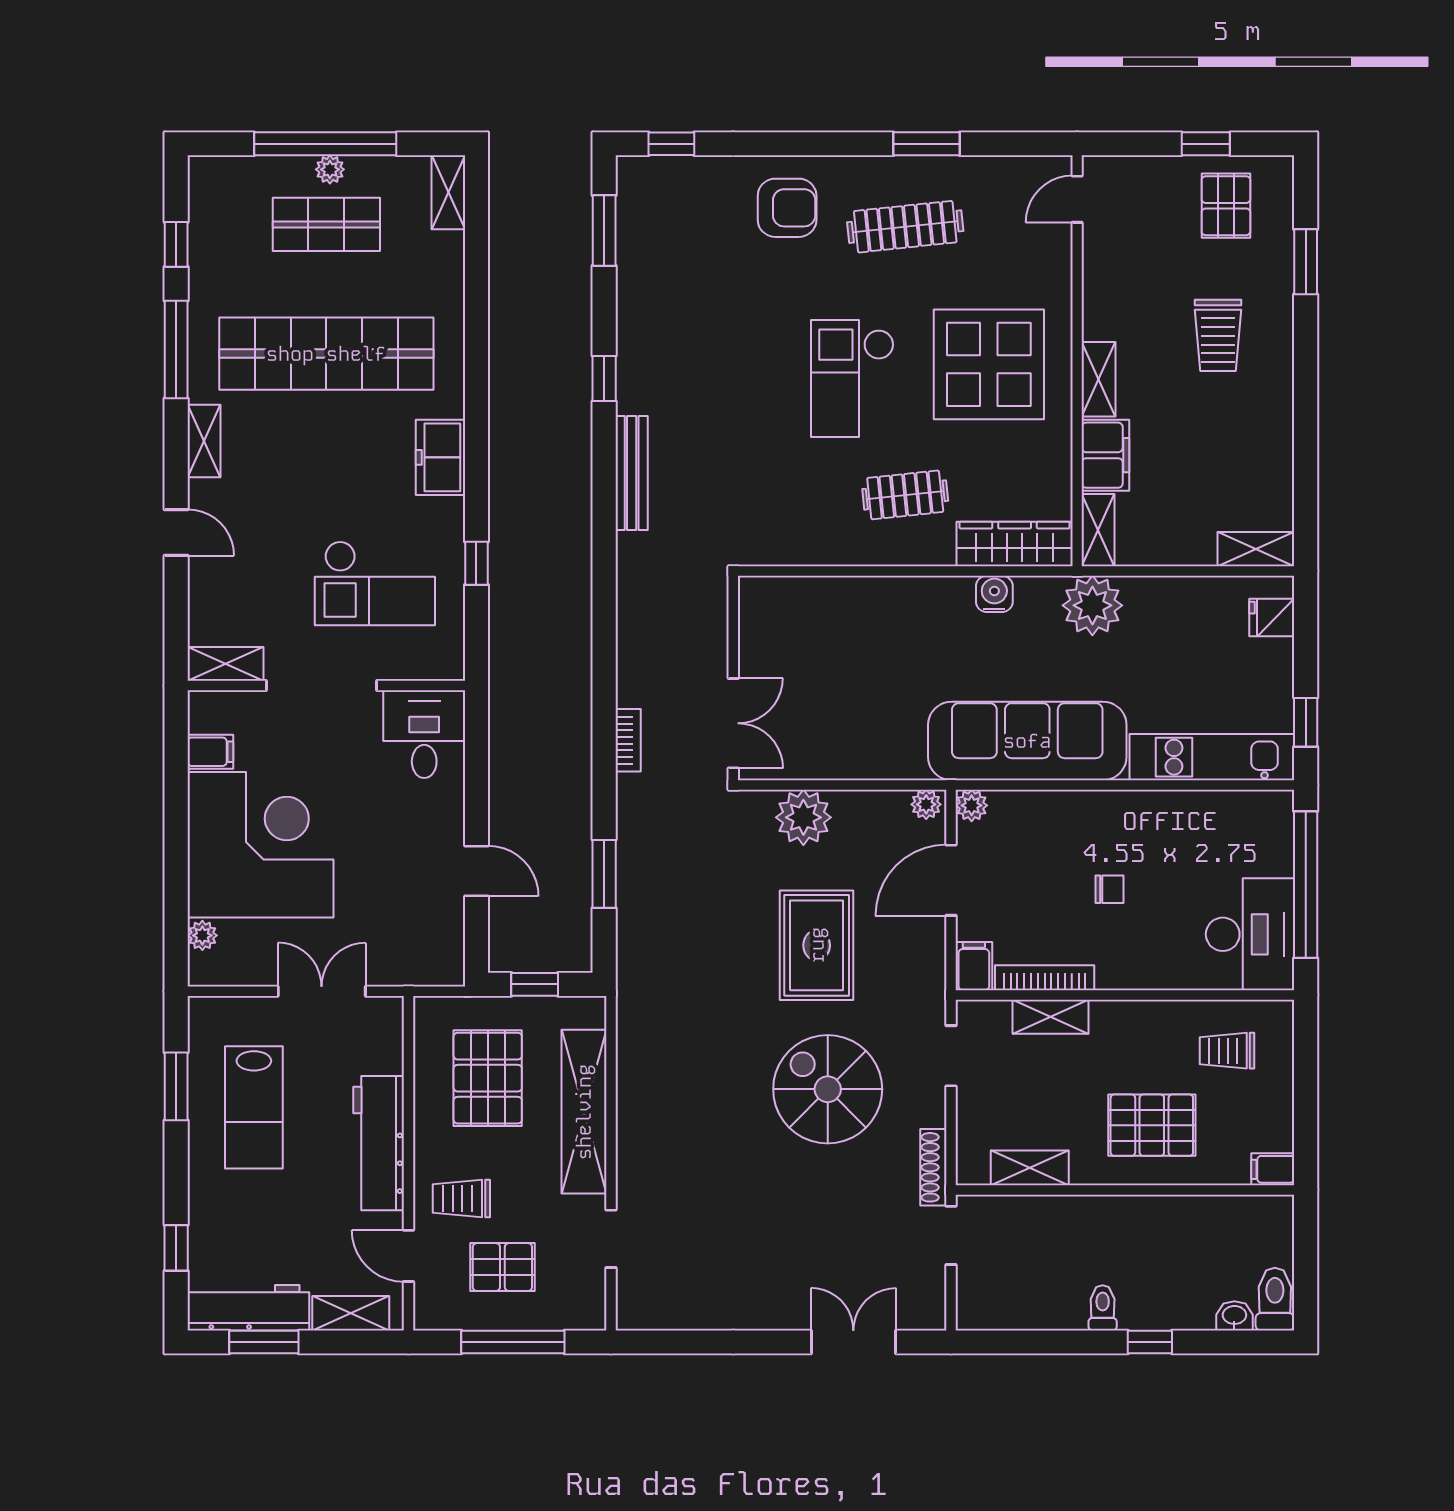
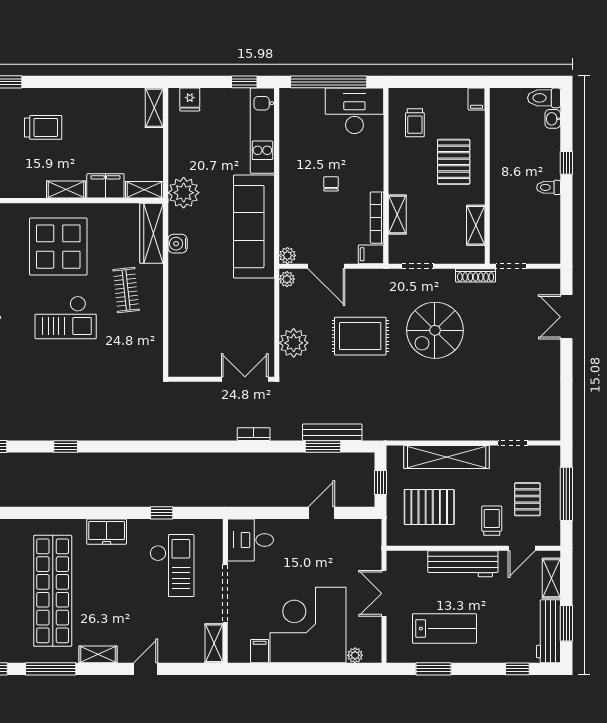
bench: (632, 473) -> (332, 432), moved
trolley: (461, 1198) -> (492, 521), turned 180

